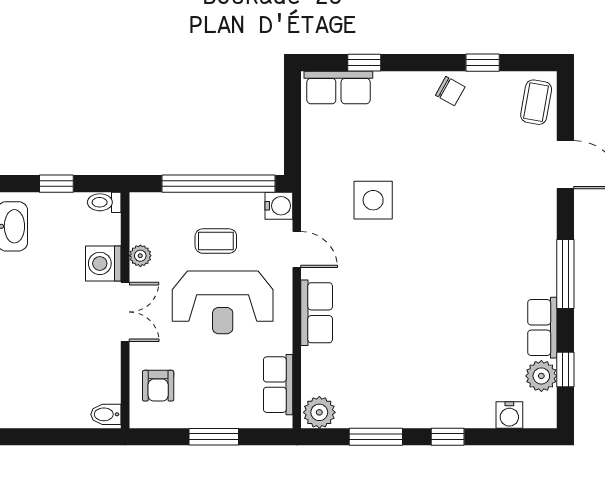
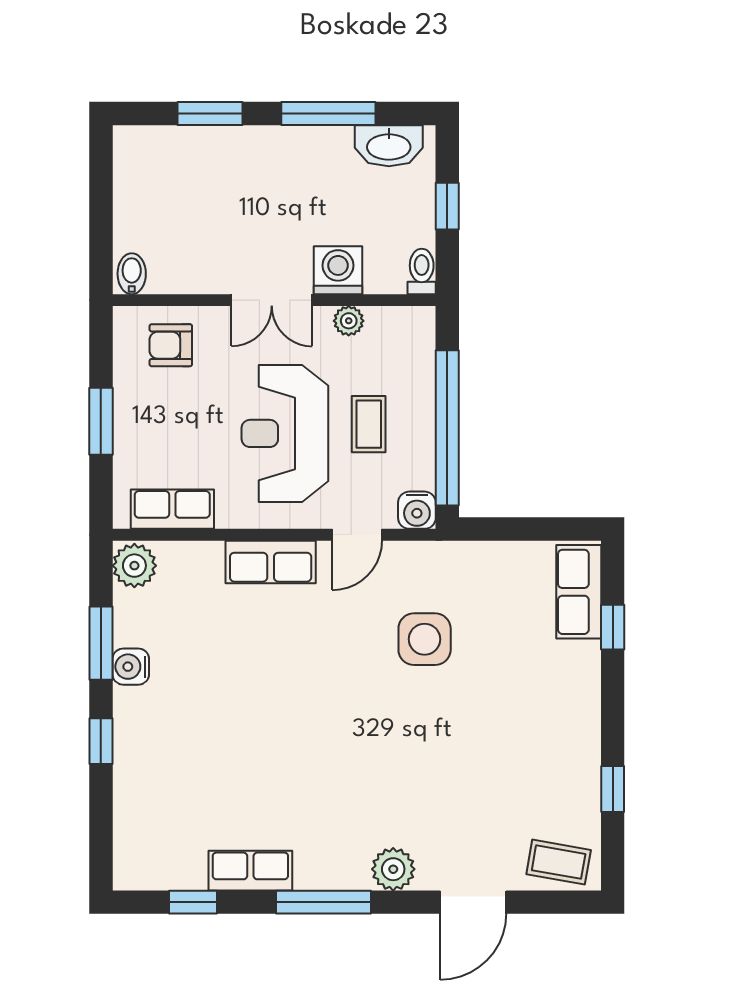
chair: (450, 91) -> (574, 745), removed
plant: (541, 376) -> (393, 869), moved
water cooler: (509, 415) -> (131, 667), moved

